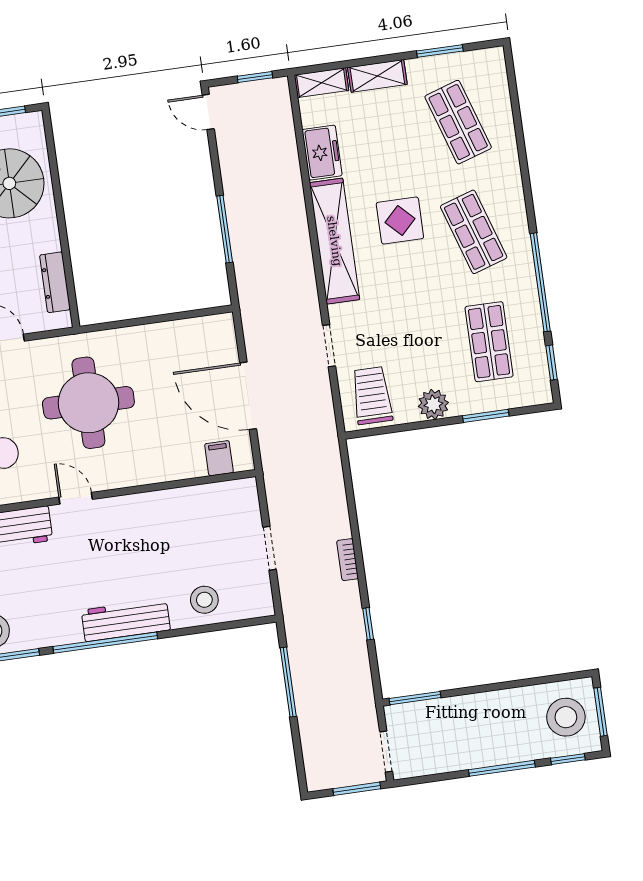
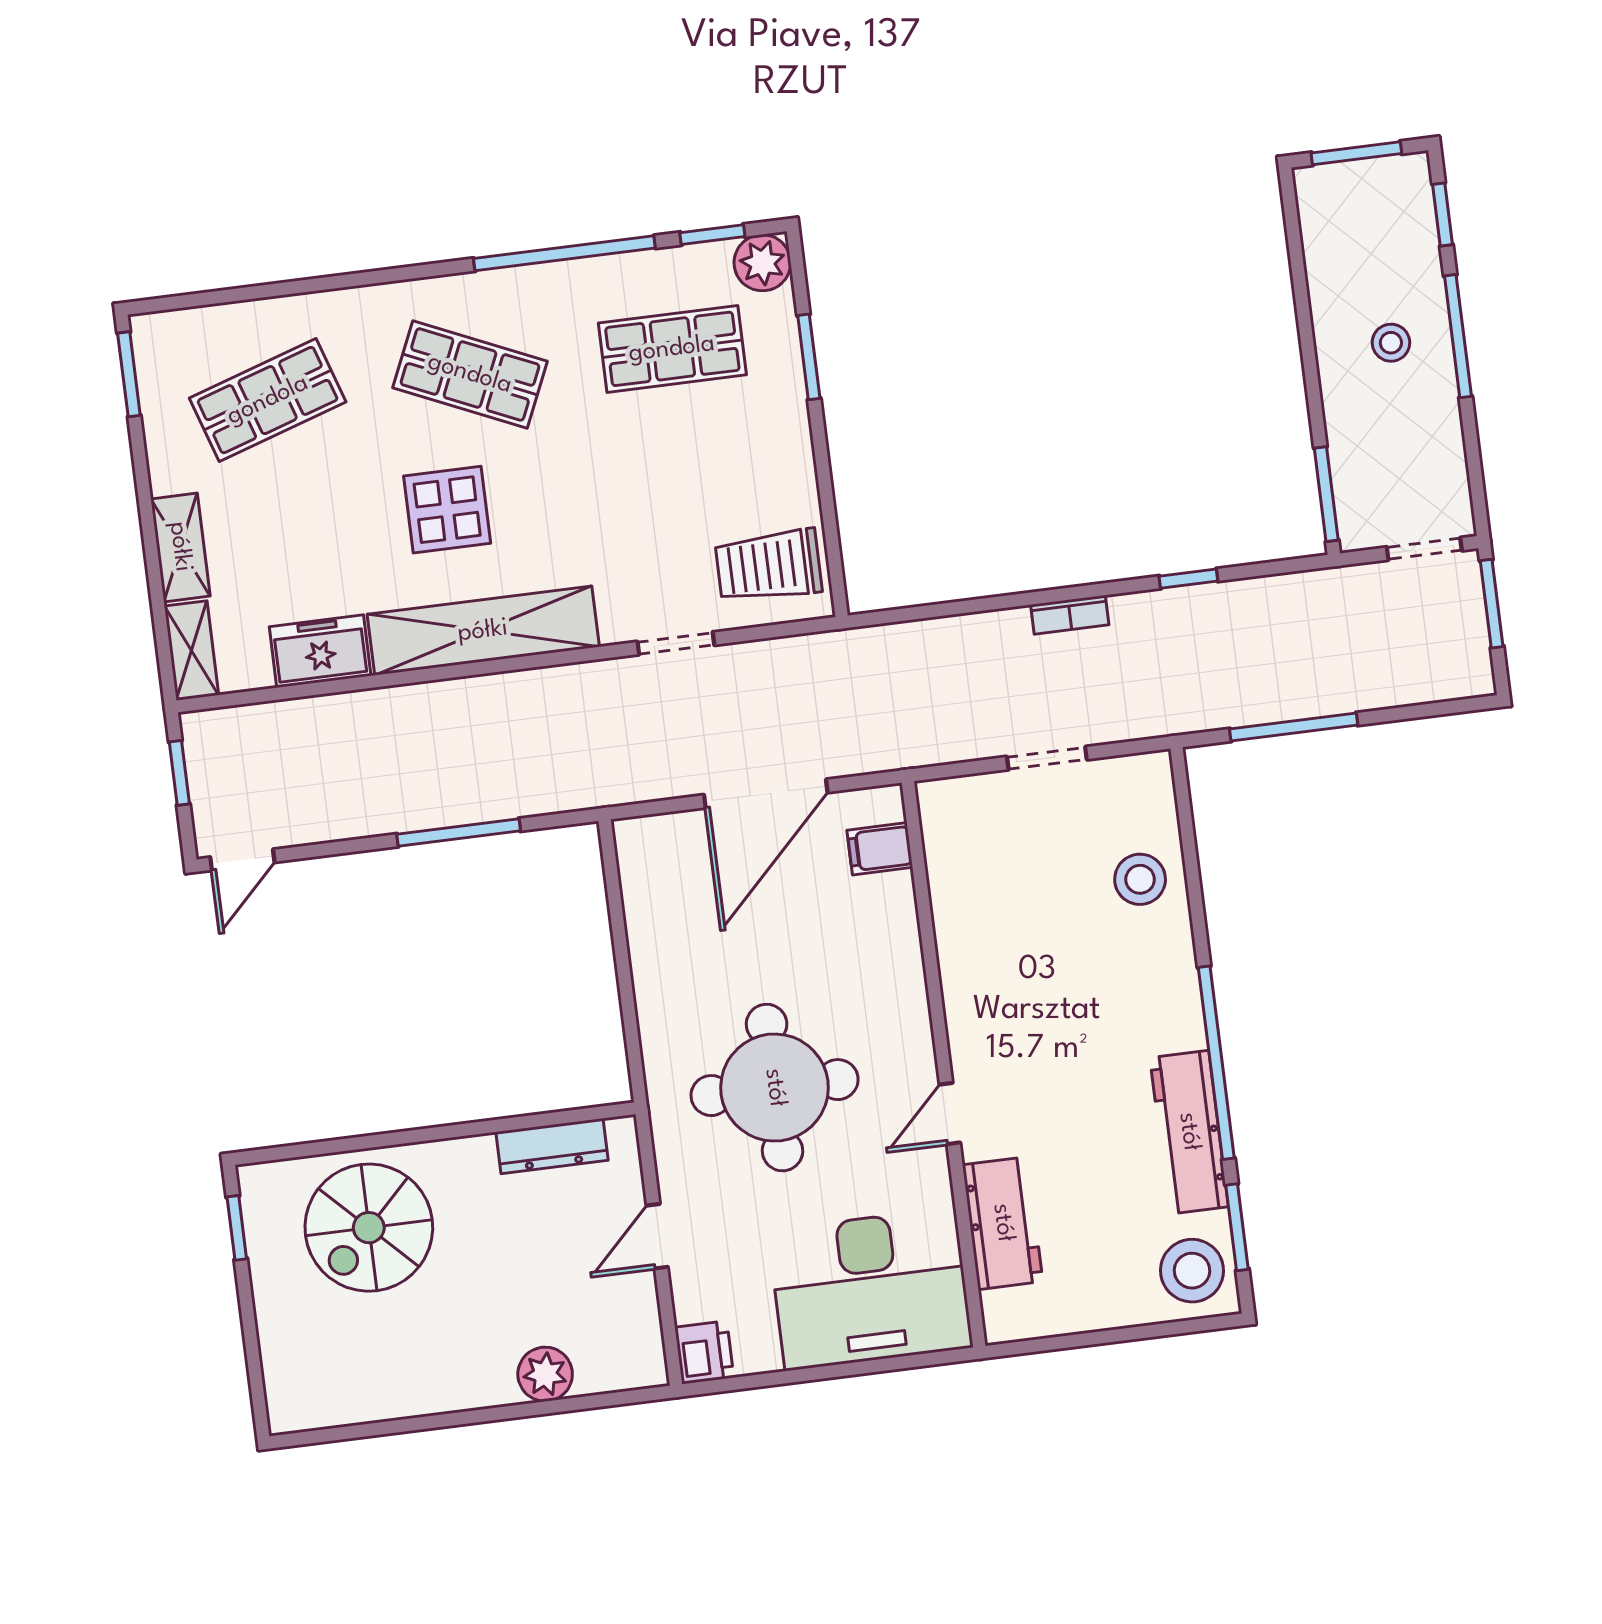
window: (440, 51) -> (129, 374), moved
shop shelf: (474, 232) -> (470, 374), turned 42
plant: (433, 404) -> (762, 263), moved
workbench: (126, 620) -> (1189, 1132), moved
stool: (566, 717) -> (1391, 343), moved, width x0.53, depth x0.53

